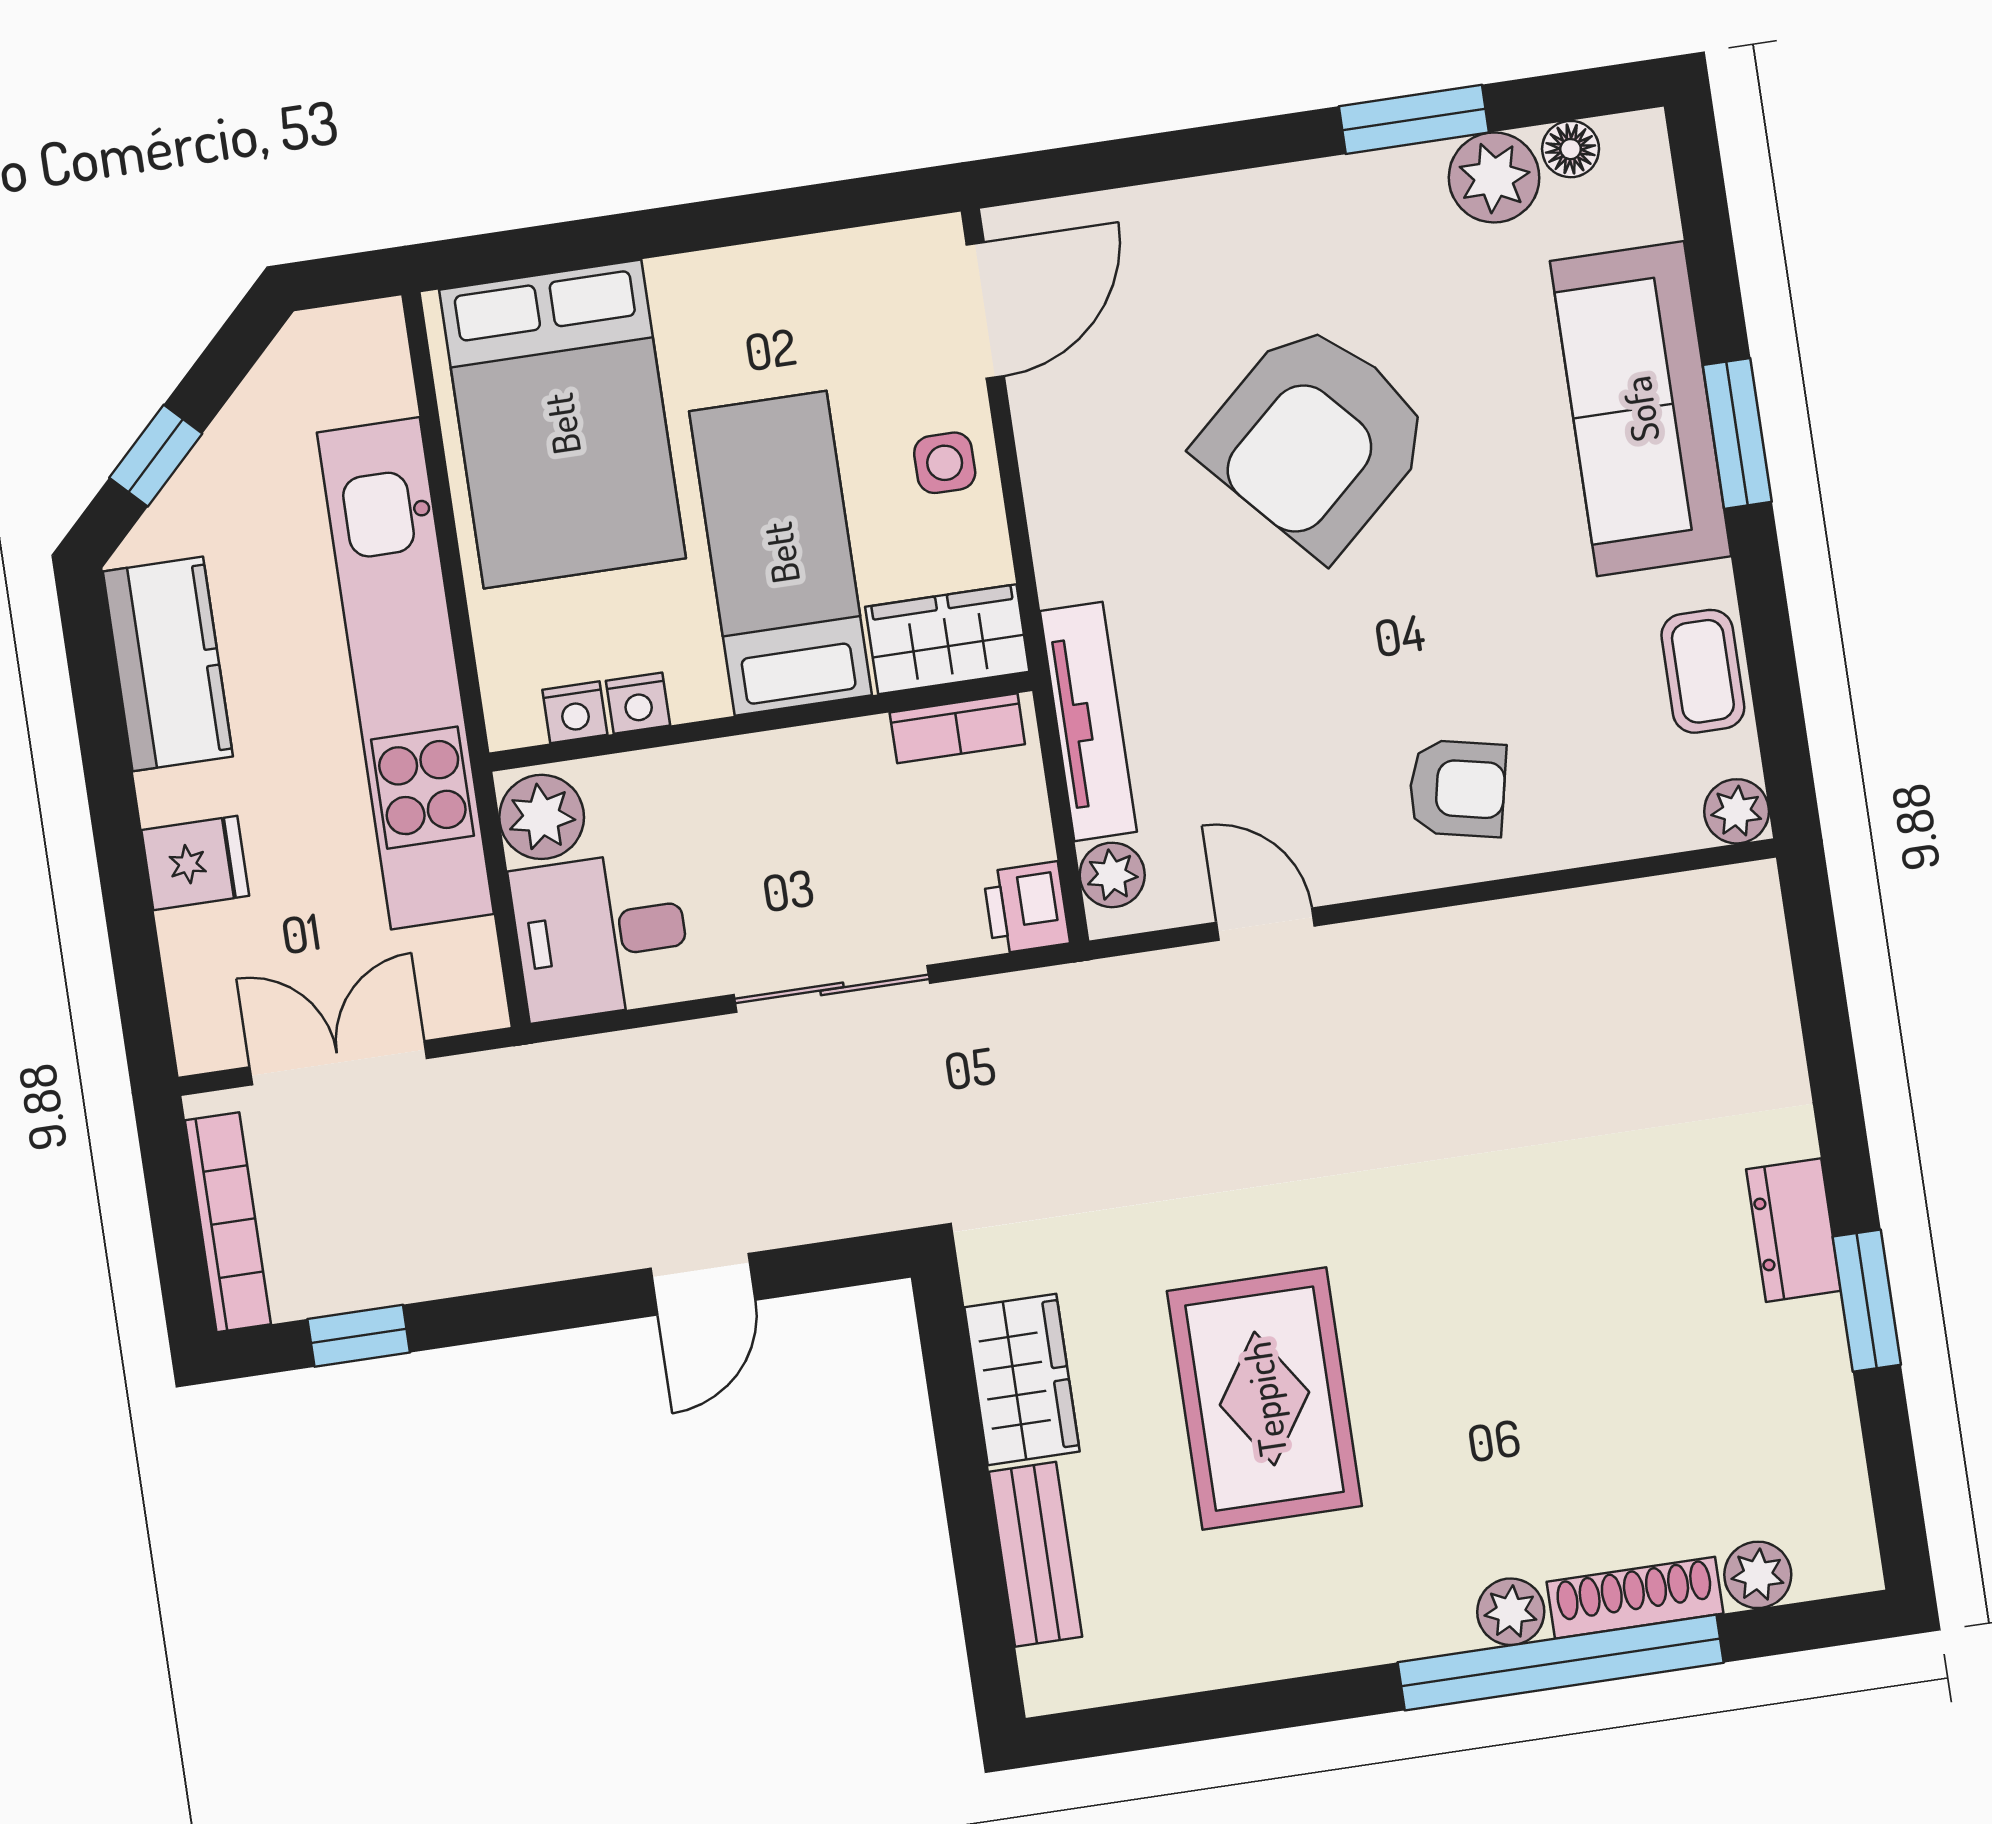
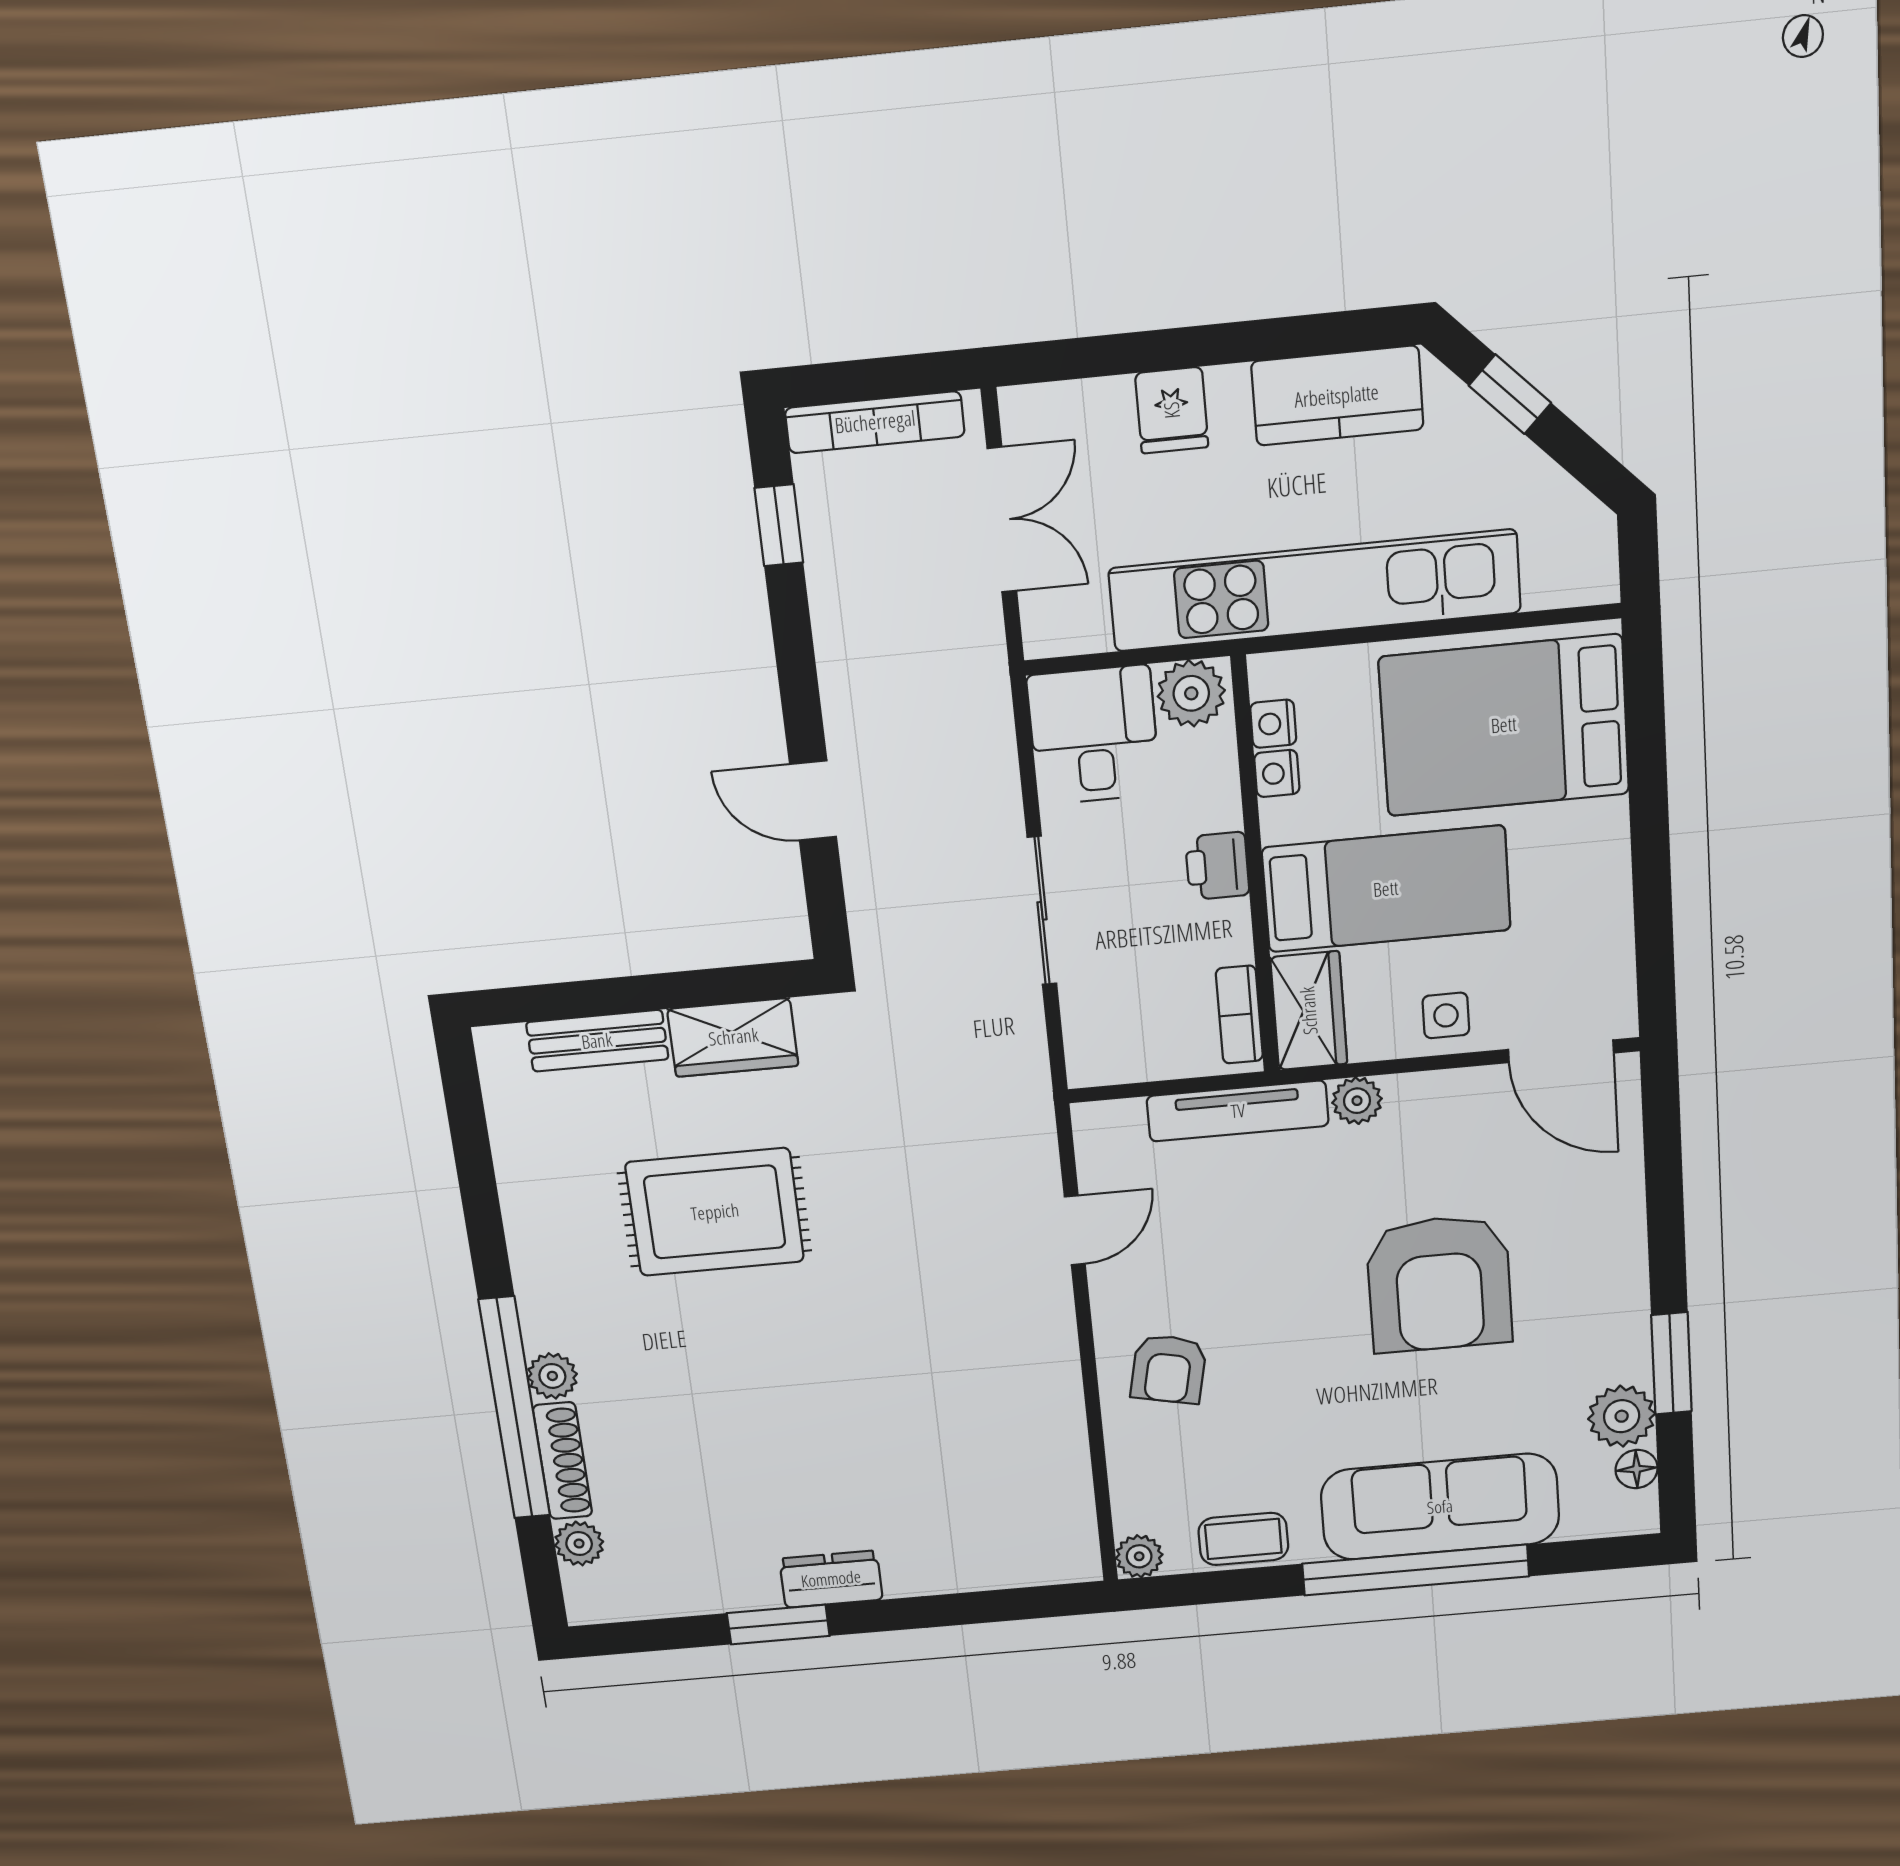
window: (1737, 433) -> (1416, 1570), width x2.11
armchair: (1316, 439) -> (1439, 1284), turned -138
plant: (1112, 875) -> (1357, 1101), moved
printer: (1026, 908) -> (1217, 866), moved, turned -90

